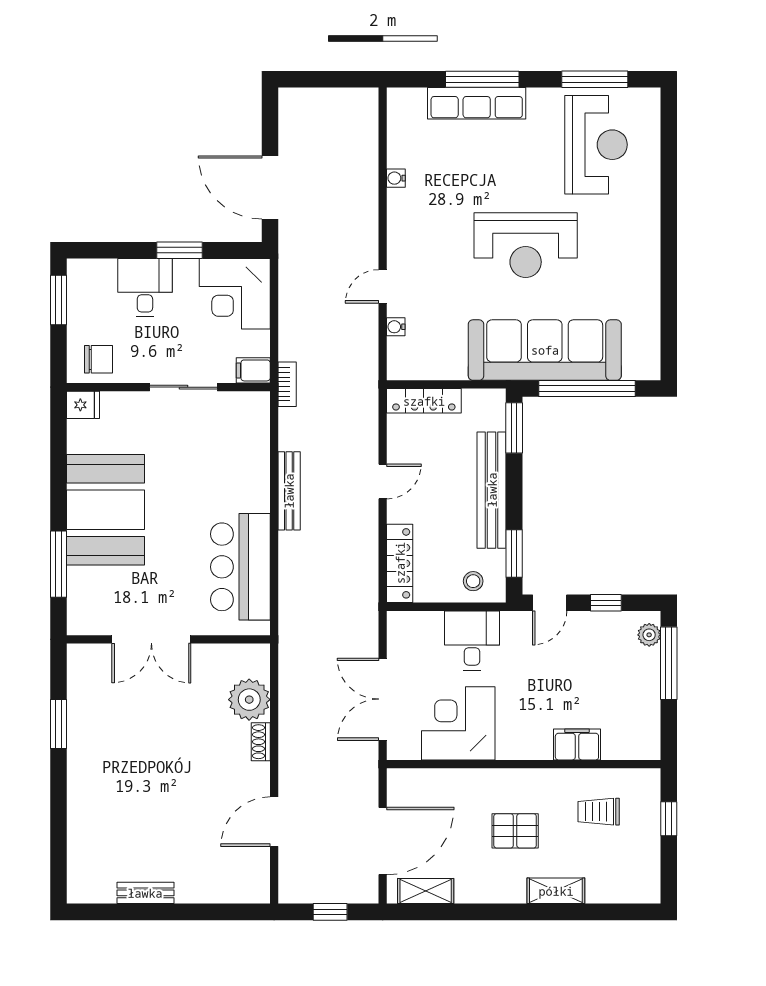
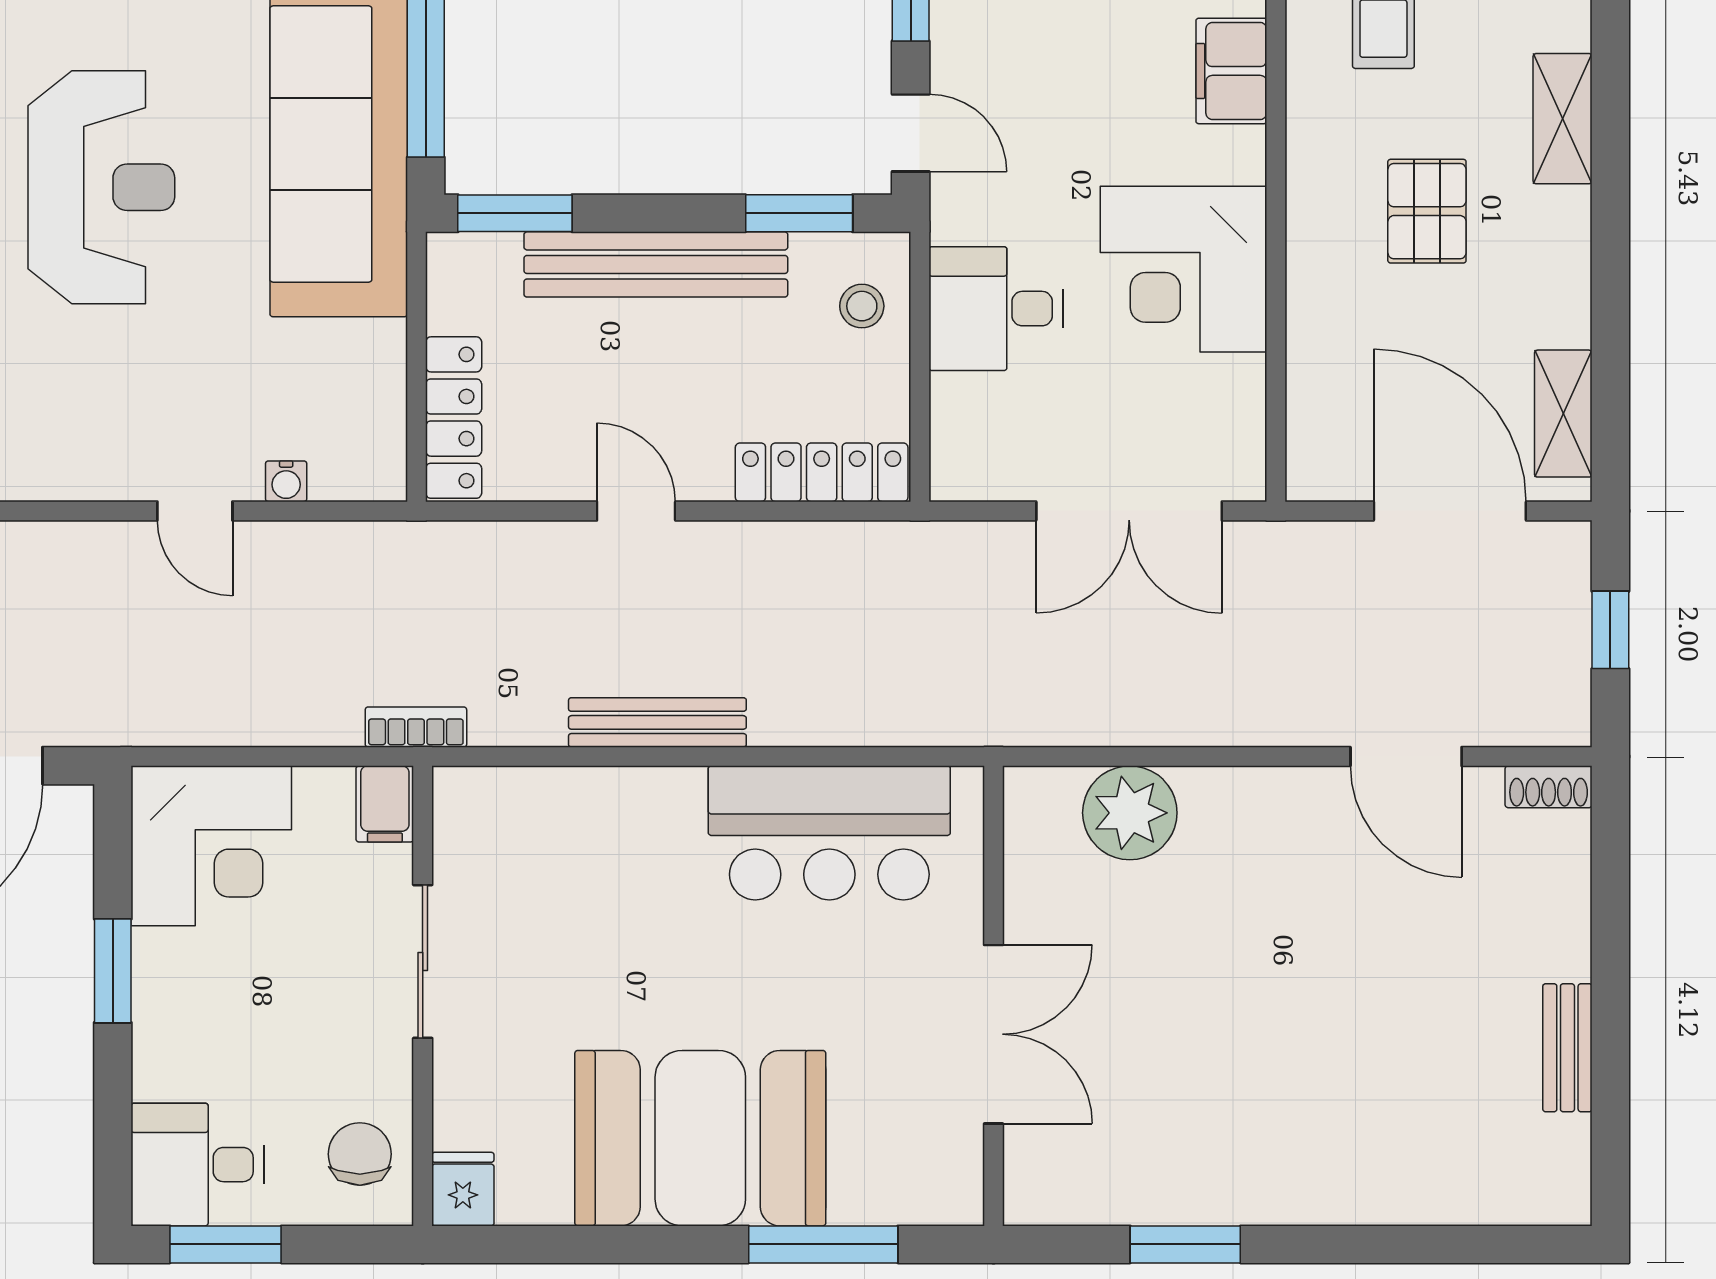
desk: (145, 288) -> (197, 1165), moved
corner desk: (458, 723) -> (1184, 269), moved
shoe rack: (261, 742) -> (1549, 787), moved

